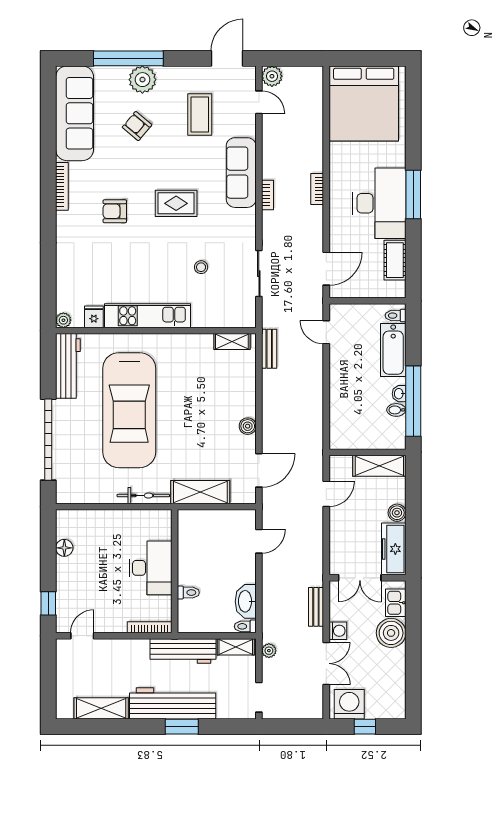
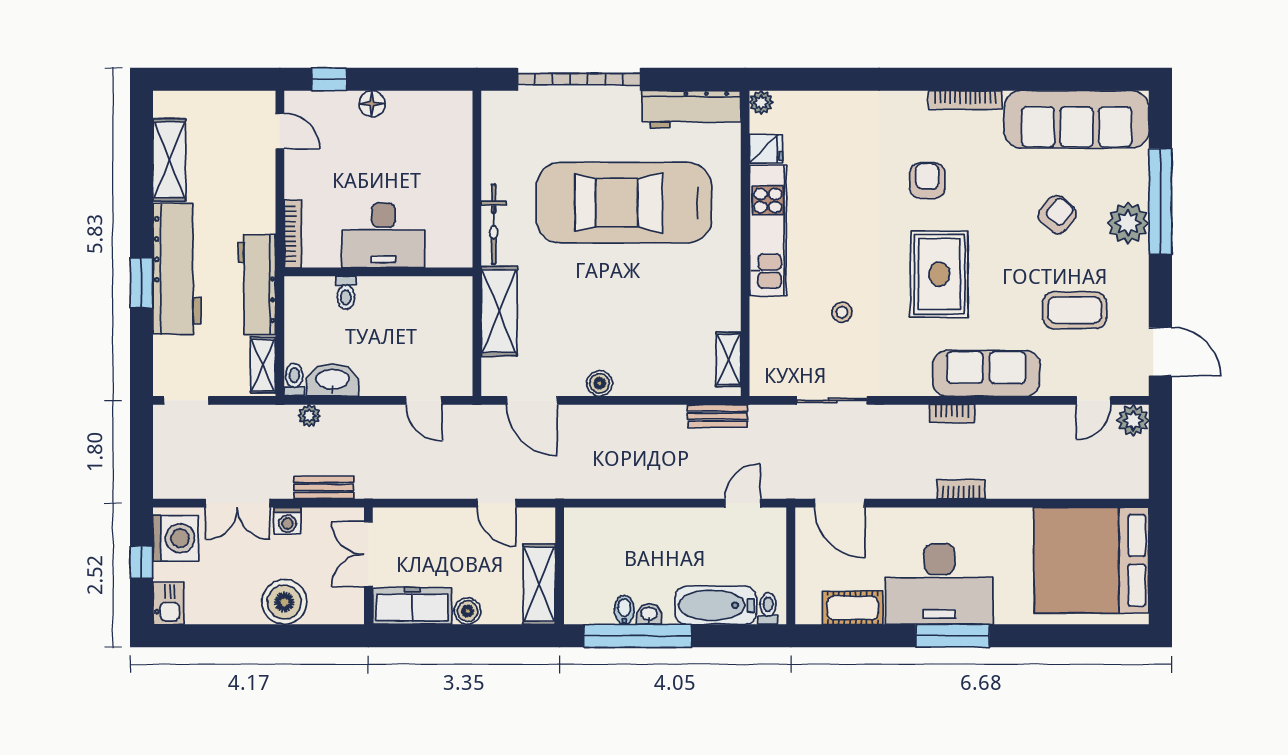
rug: (176, 203) -> (939, 274), width x1.36, depth x1.43
floor lamp: (64, 548) -> (372, 104), moved
kitchen sink: (396, 603) -> (168, 603), moved, turned 90
plant: (269, 651) -> (309, 416), moved

